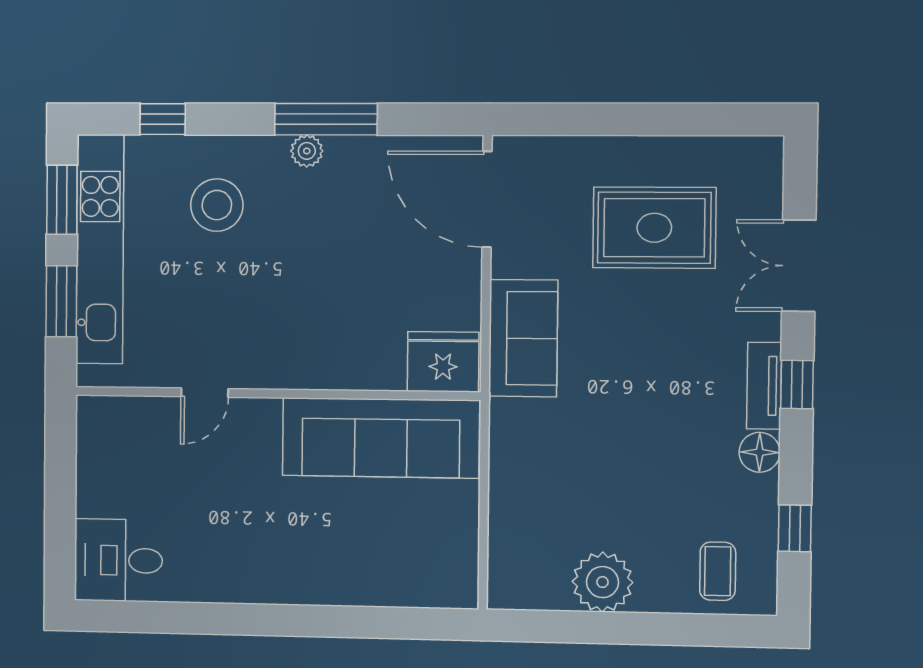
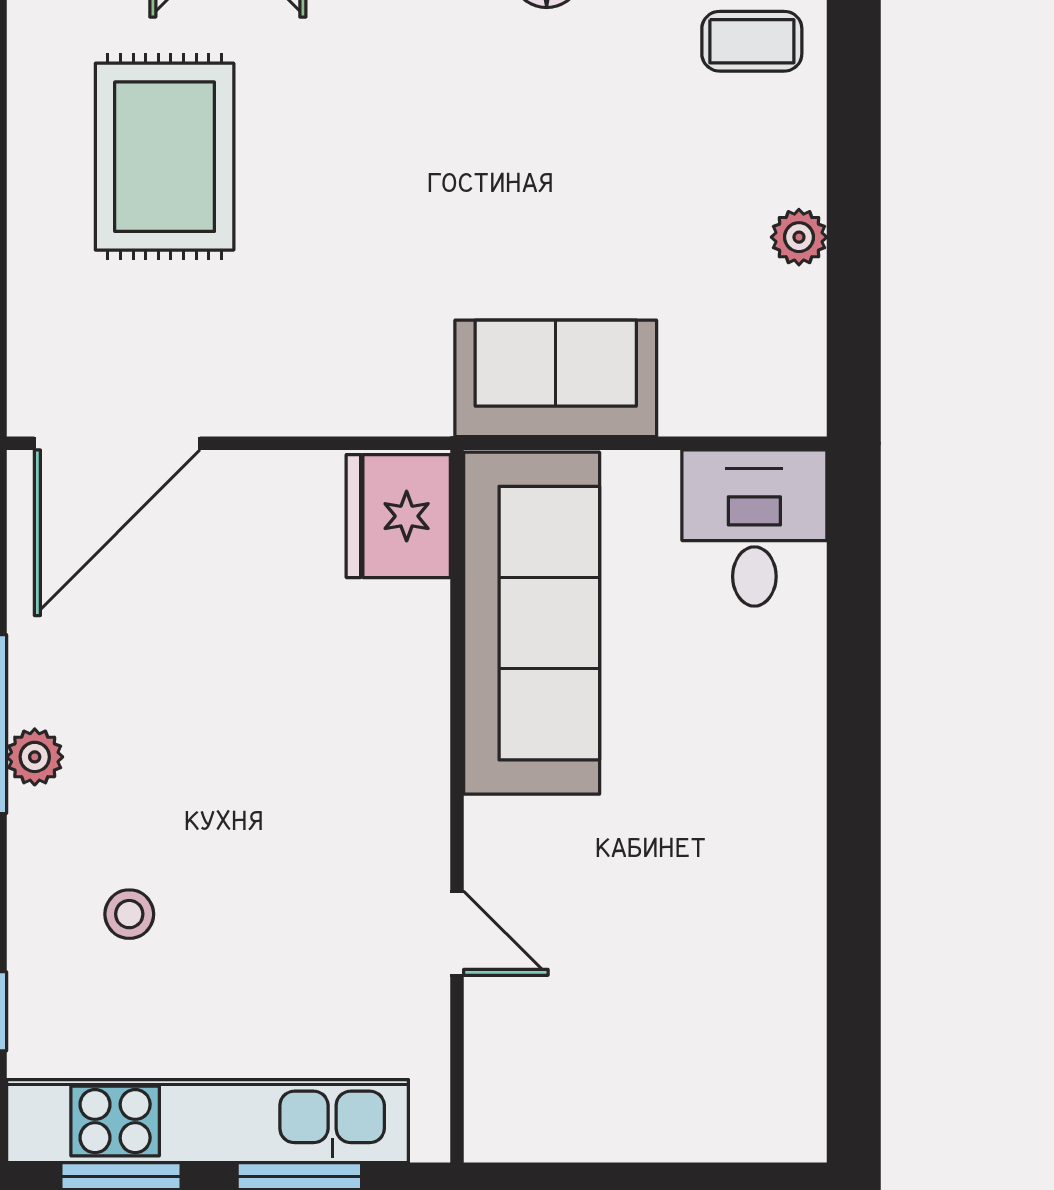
stool: (217, 205) -> (129, 914), width x0.53, depth x0.53
sofa: (523, 338) -> (556, 378), moved
desk: (118, 560) -> (754, 528), moved, turned 180
plant: (603, 582) -> (799, 237), width x0.53, depth x0.53

